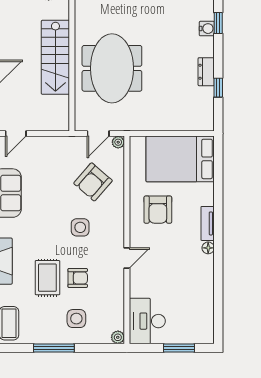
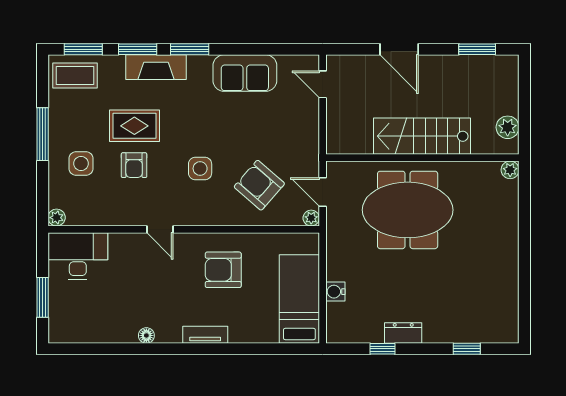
water cooler: (207, 29) -> (335, 292), moved, turned 90
bed: (180, 159) -> (299, 299), width x0.67
floor lamp: (208, 248) -> (146, 335), moved

